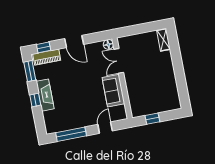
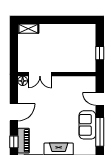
sofa: (113, 91) -> (87, 125), moved, turned 90

